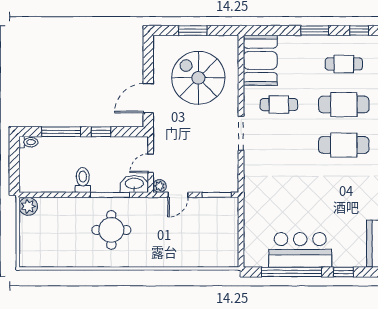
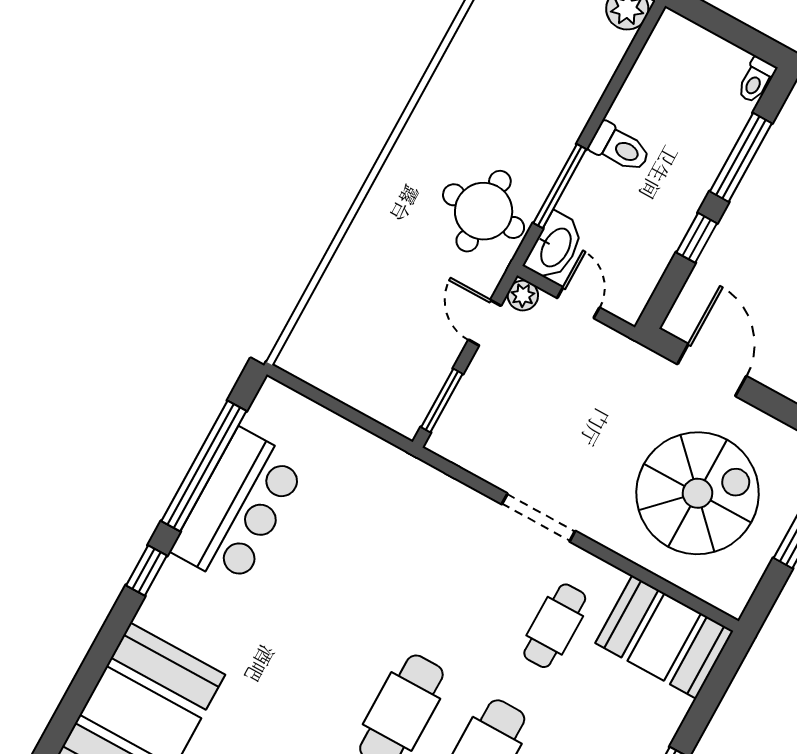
round table: (111, 230) -> (484, 211), moved

